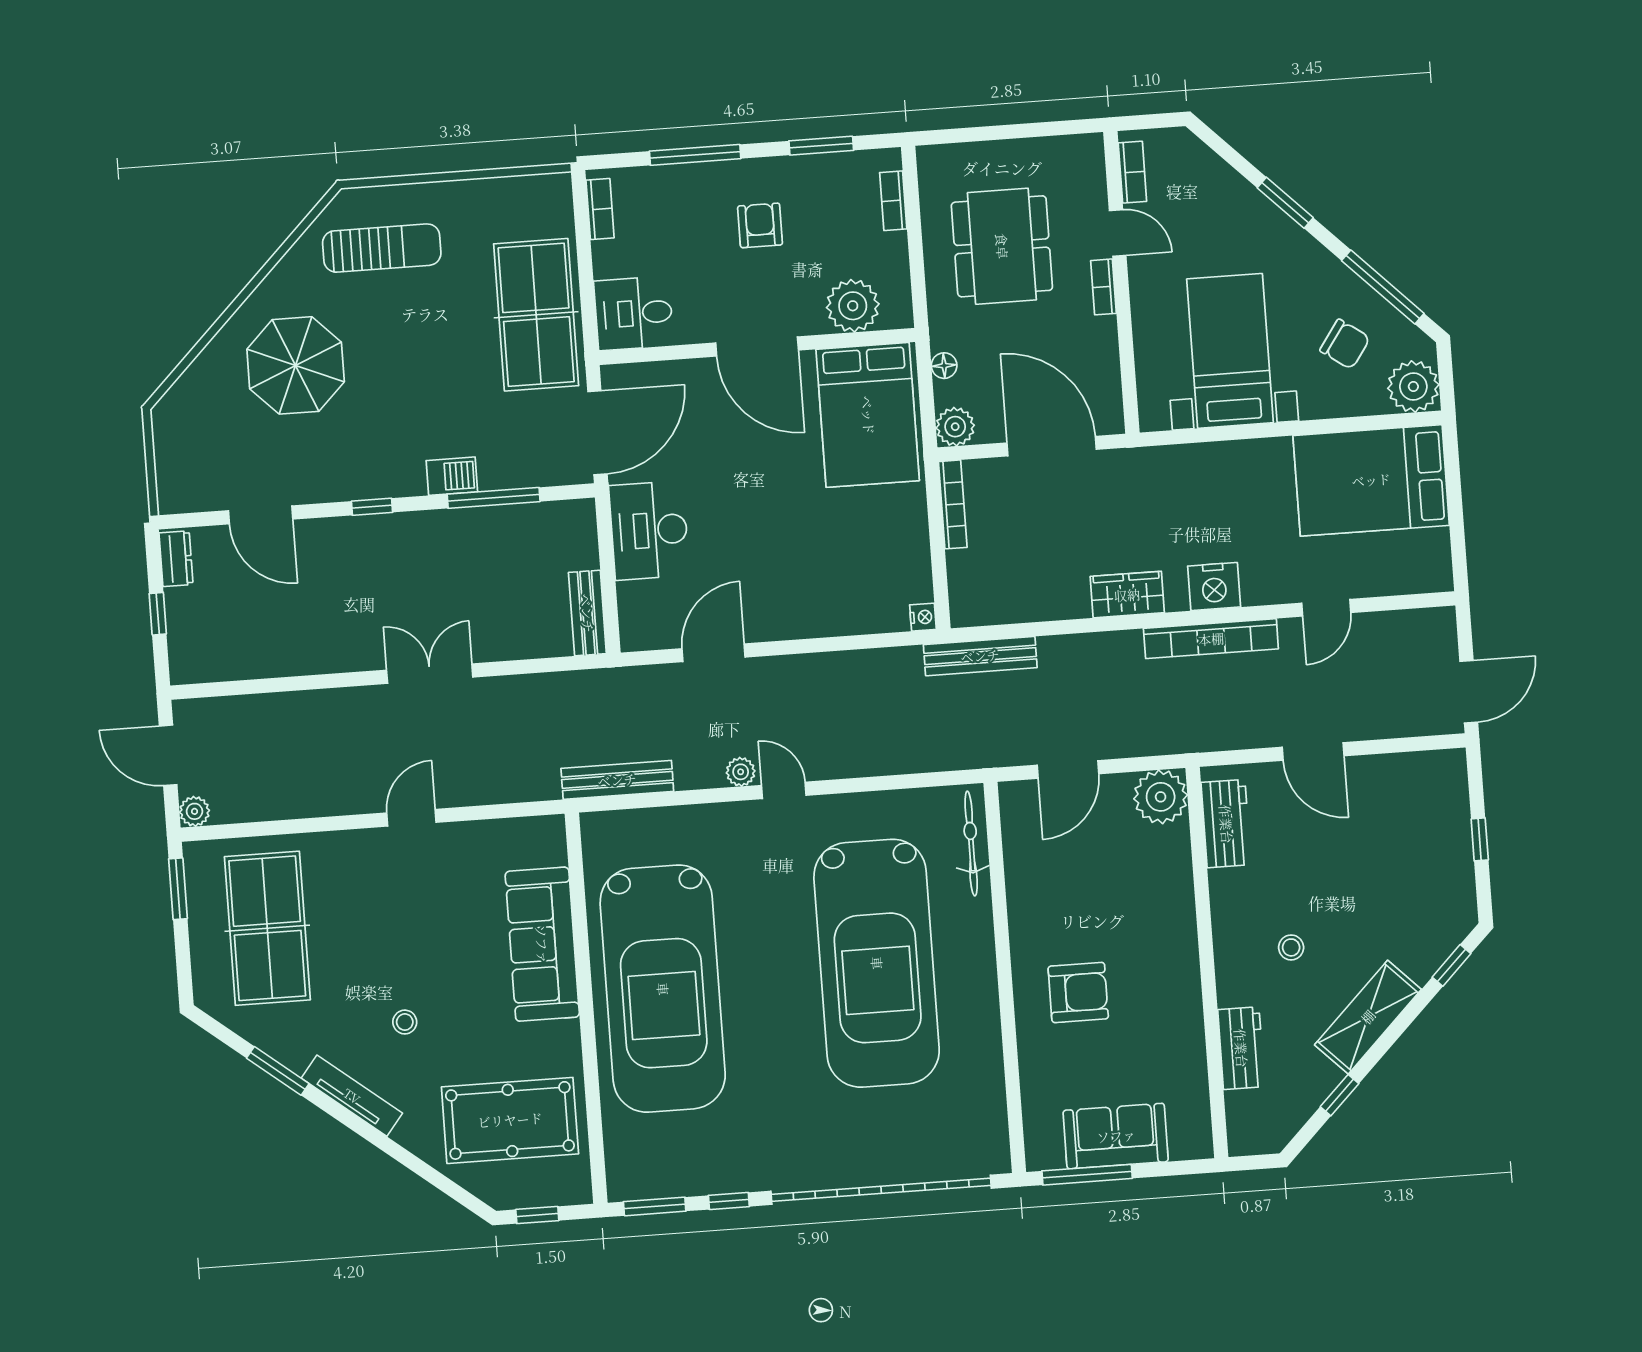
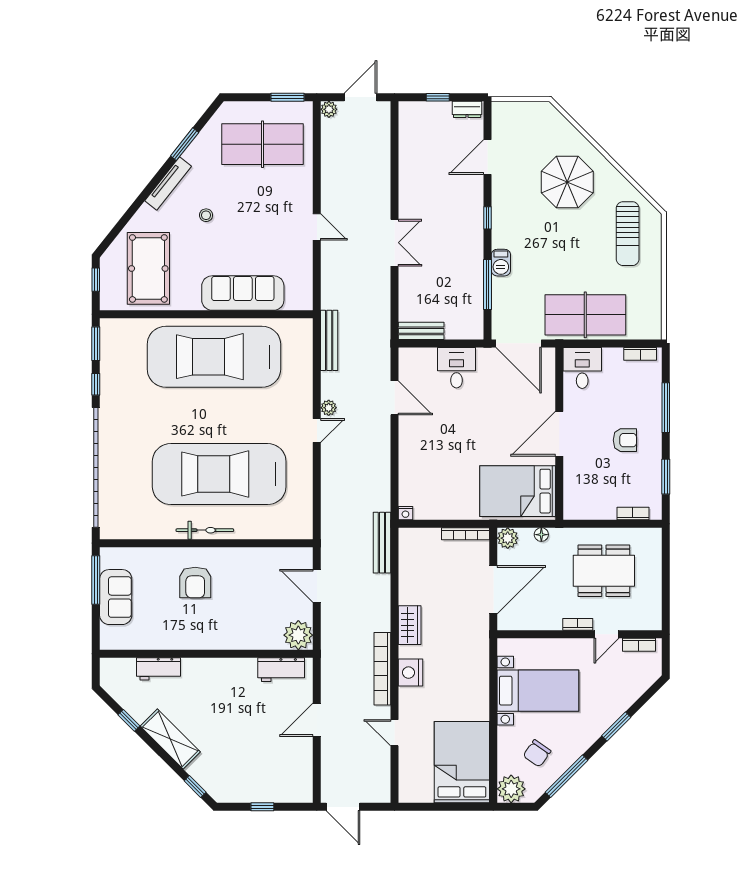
plant: (853, 306) -> (577, 487), removed
desk: (649, 530) -> (456, 368), width x0.73
bicycle: (971, 844) -> (205, 530), moved
stool: (1291, 947) -> (211, 700), removed

